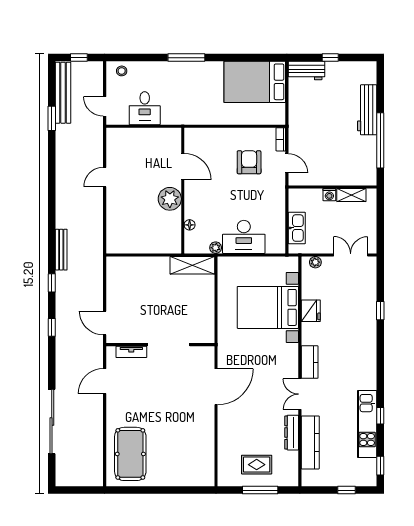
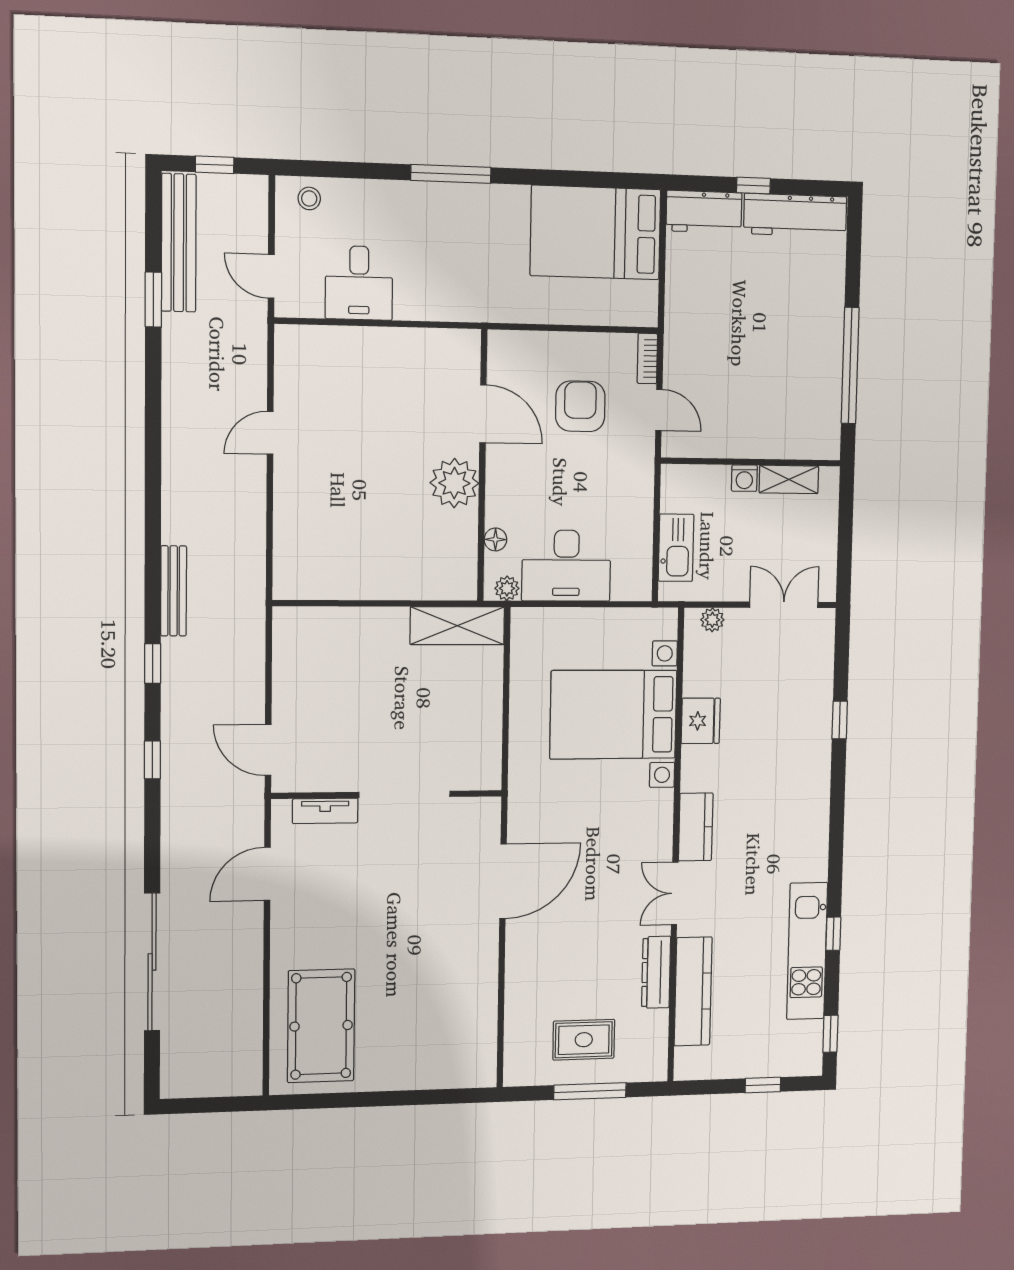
workbench: (367, 110) -> (795, 215), moved, turned -90
door: (183, 167) -> (483, 414), moved
wall: (183, 191) -> (482, 466), moved
plant: (170, 199) -> (454, 483), moved
floor lamp: (190, 225) -> (495, 539), moved

